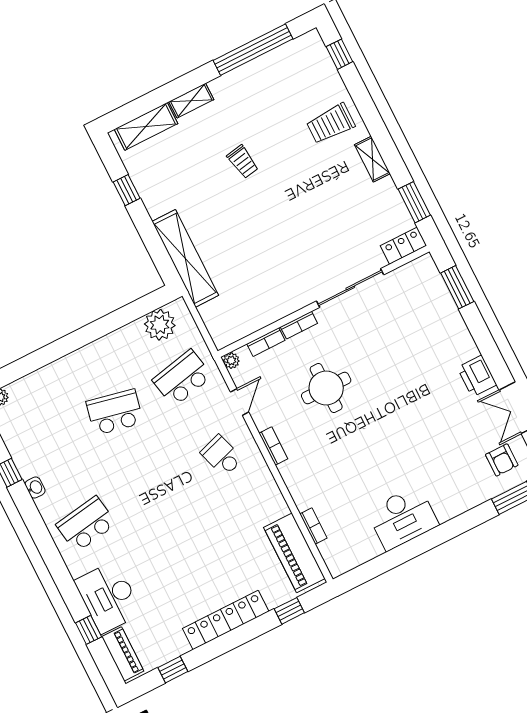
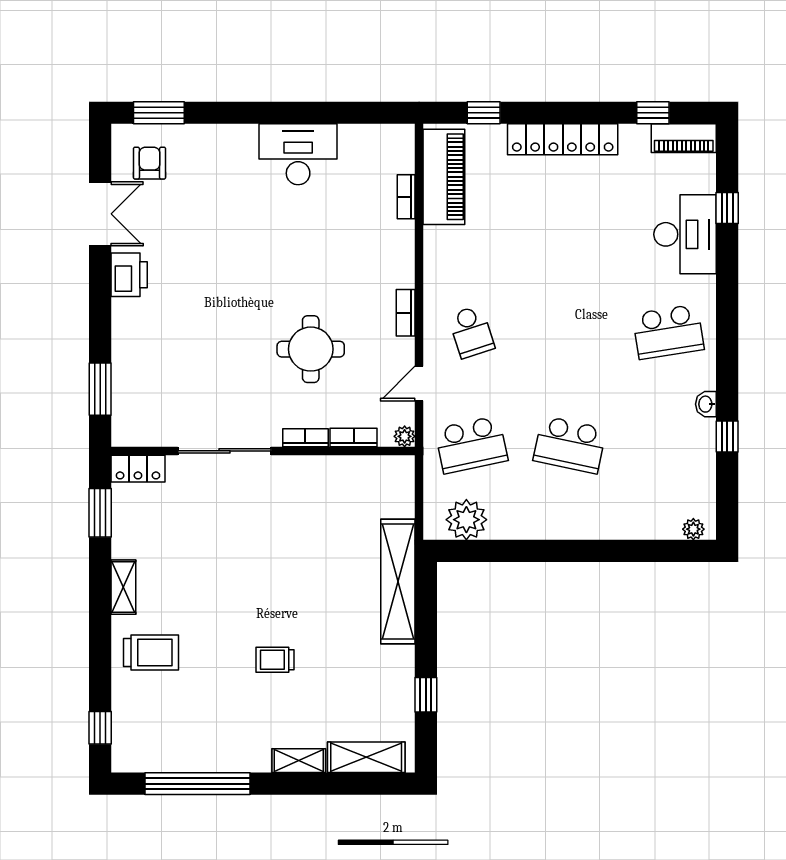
trolley: (243, 162) -> (275, 660), turned -80
piano: (123, 654) -> (684, 138), moved, turned -90

